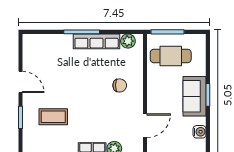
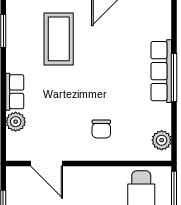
row of seats: (97, 41) -> (161, 71), moved
coffee table: (53, 117) -> (59, 39), width x1.36, depth x1.32

